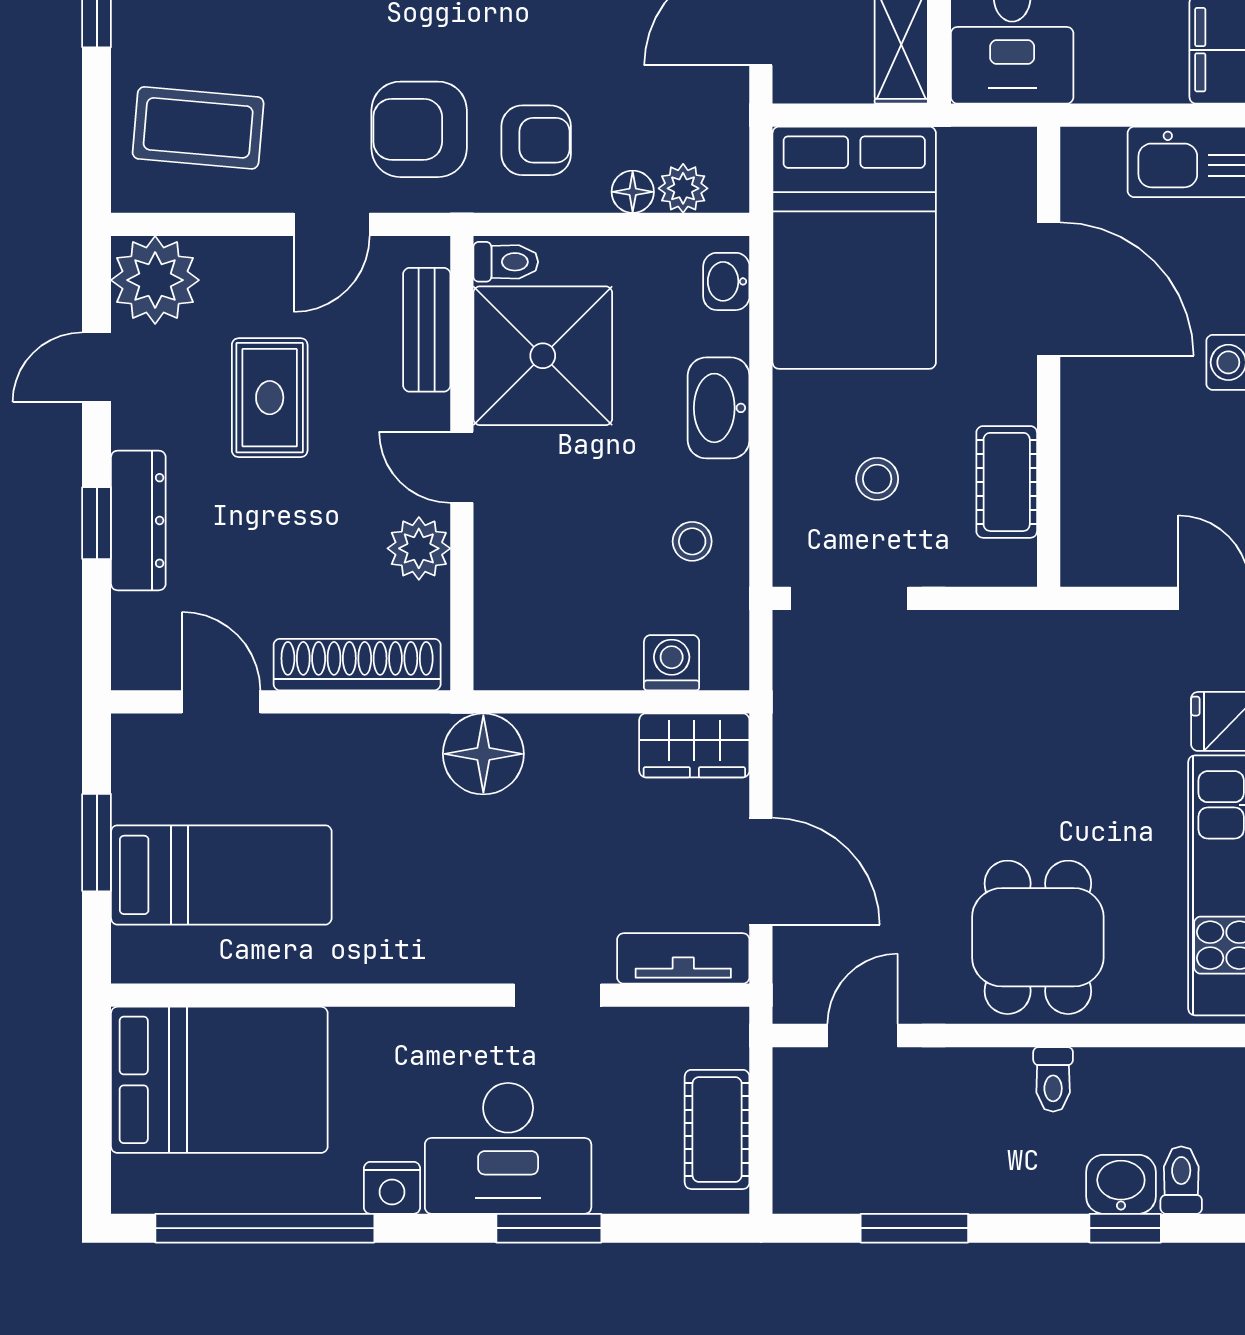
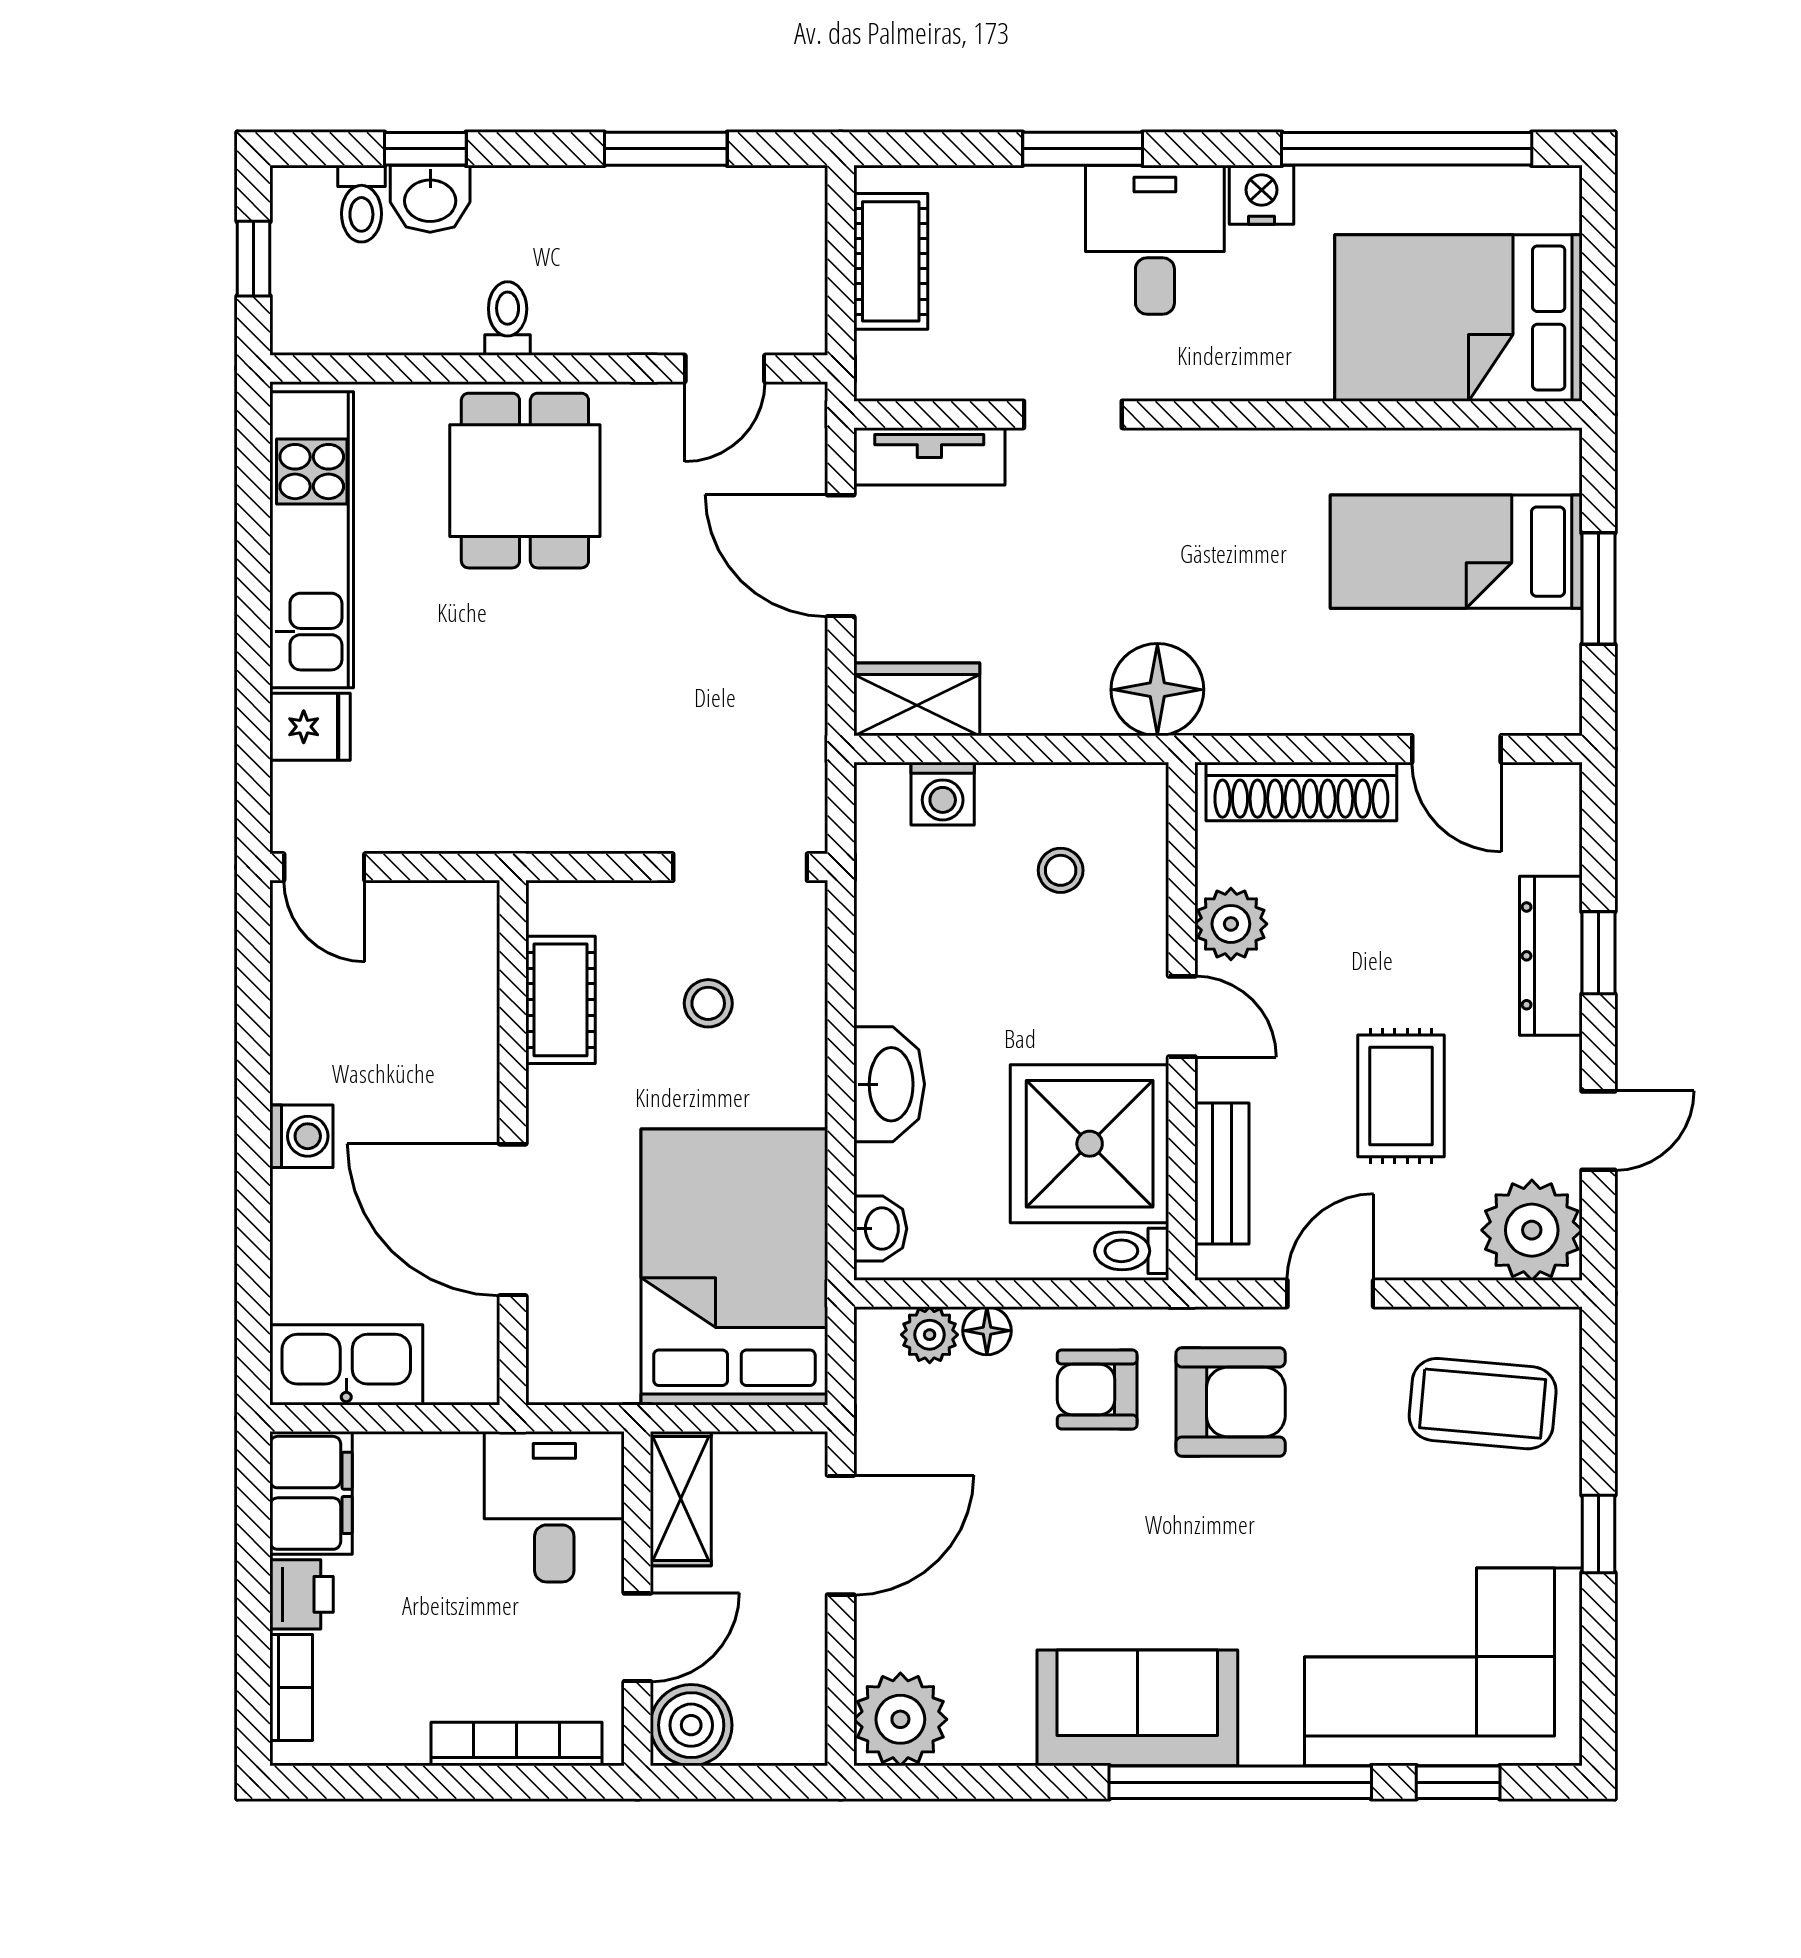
stool: (692, 541) -> (1061, 870), moved
desk: (508, 1148) -> (1155, 240), width x0.73

